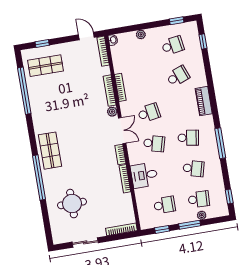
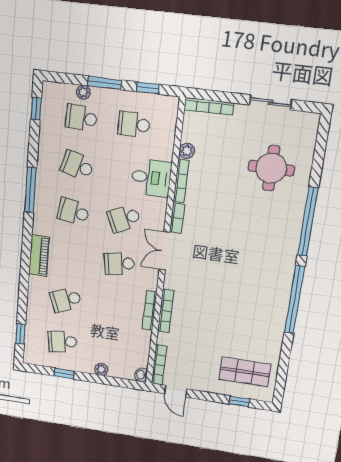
window: (177, 21) -> (64, 373), moved
window: (24, 91) -> (295, 300), moved
plant: (112, 112) -> (187, 151), moved
school desk: (154, 144) -> (124, 219), turned -39
shop shelf: (50, 151) -> (278, 255), removed

